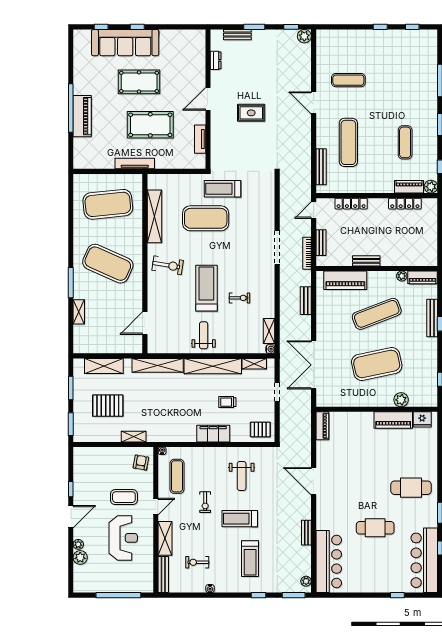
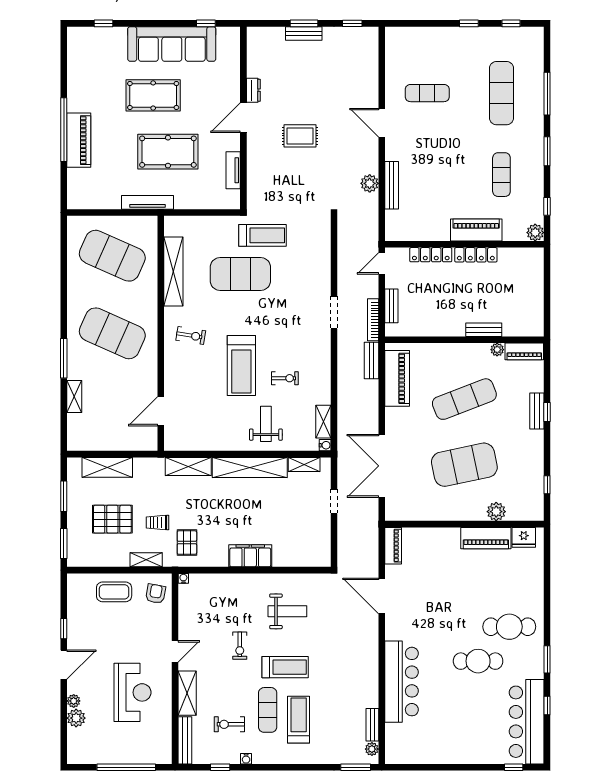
window: (137, 27) -> (206, 23), moved
bench: (237, 35) -> (304, 33), moved
plant: (304, 36) -> (370, 183), moved
sofa: (125, 43) -> (172, 44), moved
dresser: (216, 60) -> (253, 90), moved
exercise mat: (348, 142) -> (501, 93), moved
bench: (321, 167) -> (392, 185), moved
piano: (409, 187) -> (476, 230), moved, width x1.37, depth x1.33
treadmill: (223, 189) -> (263, 235), turned 180
exercise mat: (108, 204) -> (112, 256), turned 30
locker: (405, 204) -> (476, 255), moved
doorway: (277, 248) -> (334, 313), width x0.73
bench: (366, 261) -> (484, 330), moved
exercise bike: (168, 265) -> (191, 335), width x0.73, depth x0.72
piano: (345, 280) -> (397, 378), moved, turned -90
treadmill: (206, 288) -> (241, 365), turned 180
bench: (306, 301) -> (372, 361), moved
bench: (432, 318) -> (537, 411), width x0.73
weight bench: (204, 335) -> (266, 424), moved
shelving: (158, 365) -> (188, 466), width x0.68
trolley: (227, 402) -> (157, 522), moved
pallet: (260, 429) -> (187, 543), moved, turned 90
exercise mat: (177, 476) -> (268, 710), moved
weight bench: (242, 476) -> (287, 611), turned -90
door: (314, 481) -> (382, 596), moved
coffee table: (124, 497) -> (114, 592), moved
treadmill: (240, 519) -> (285, 667), turned 180
cafe table: (375, 528) -> (478, 661), moved
bench: (306, 533) -> (372, 725), moved
treadmill: (250, 559) -> (299, 720), turned 180
bar counter: (329, 561) -> (402, 682), moved
window: (258, 595) -> (220, 767), moved
window: (397, 595) -> (514, 767), moved

